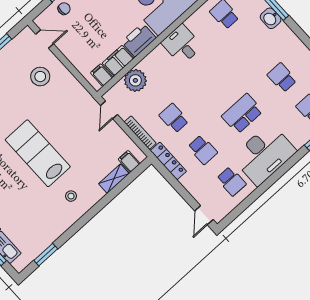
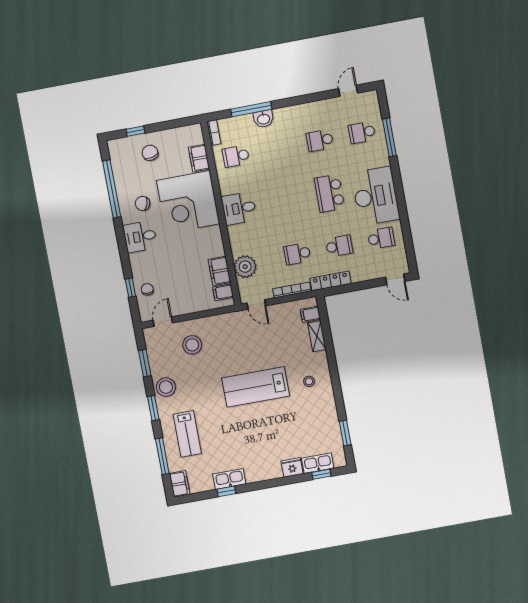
printer: (139, 40) -> (213, 243), removed

